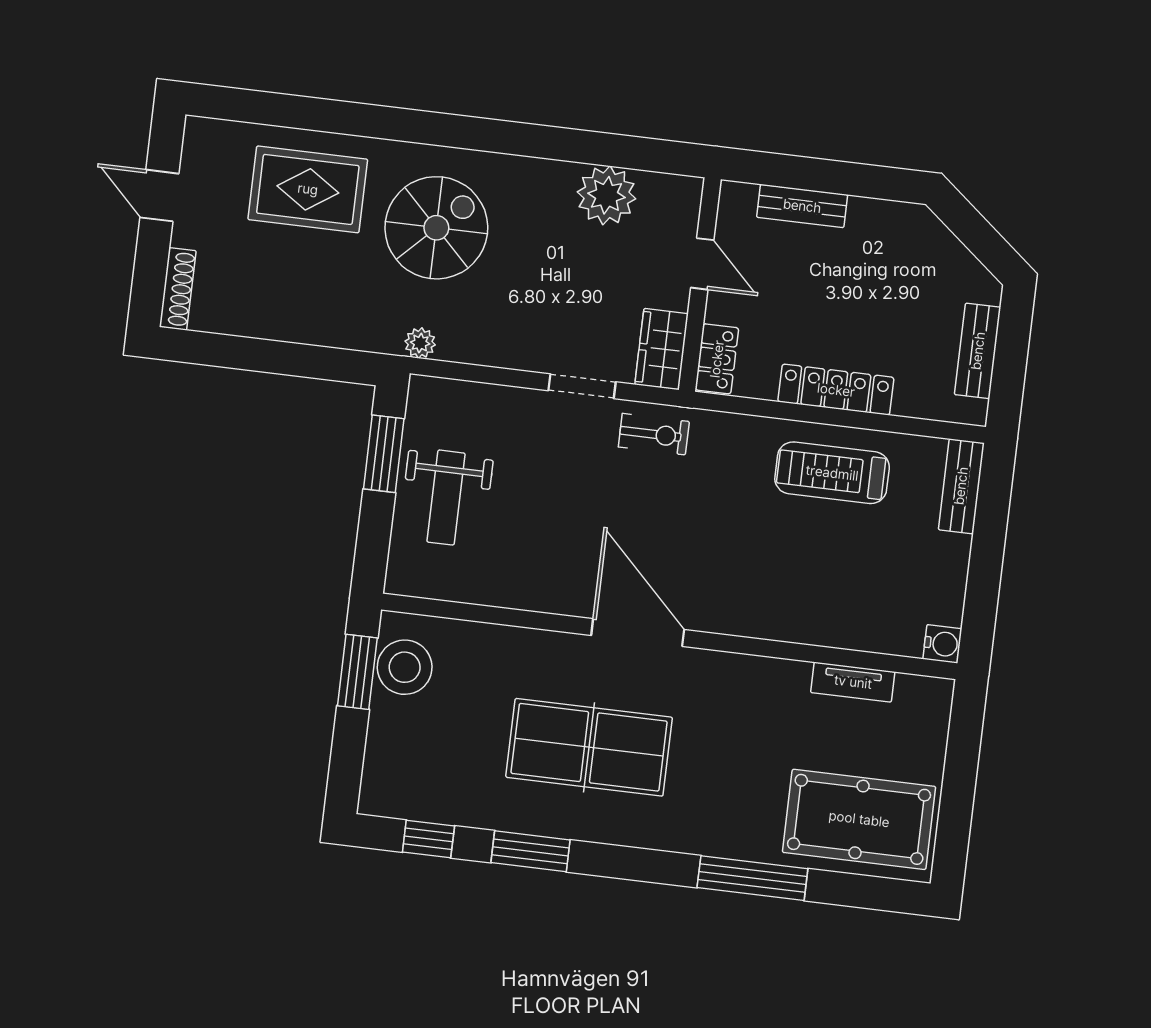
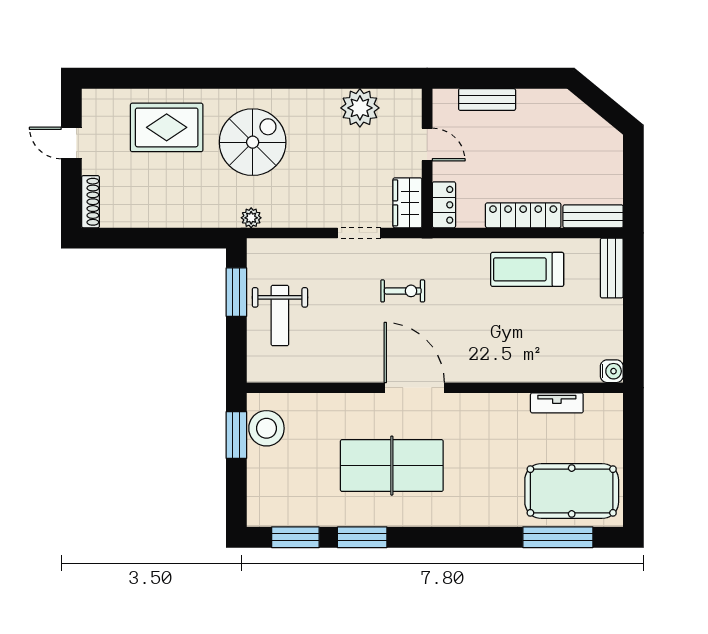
bench: (978, 351) -> (593, 216), moved, turned 90
exercise bike: (654, 434) -> (403, 291), moved
window: (428, 839) -> (295, 537), width x1.50
window: (752, 878) -> (558, 537), moved

